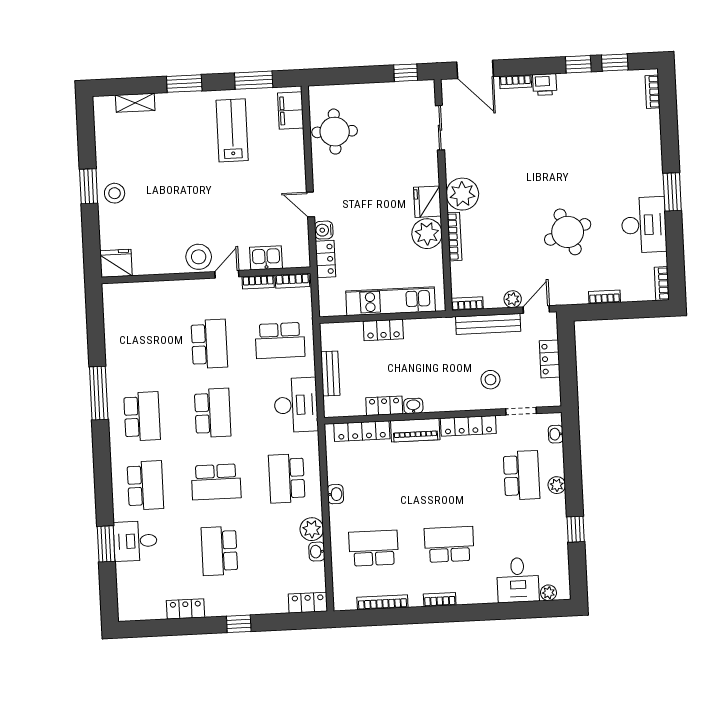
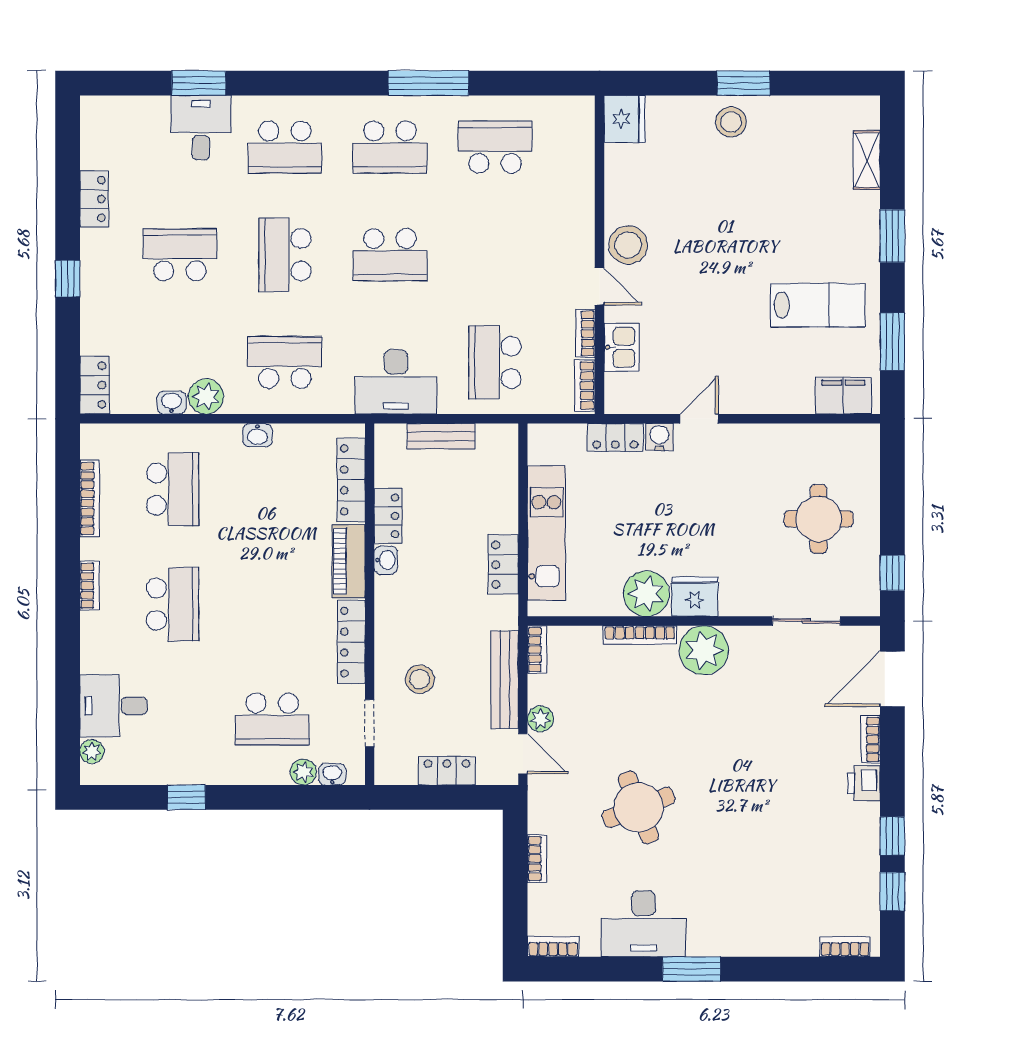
round table: (335, 132) -> (819, 519), moved
locker: (383, 330) -> (503, 565), moved
school desk: (209, 344) -> (495, 147), moved, turned 180
plant: (557, 485) -> (303, 772), moved

